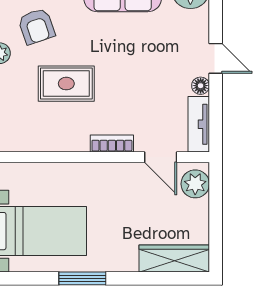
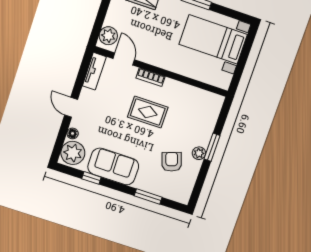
rug: (66, 84) -> (148, 112), moved
floor lamp: (201, 86) -> (73, 133), moved

